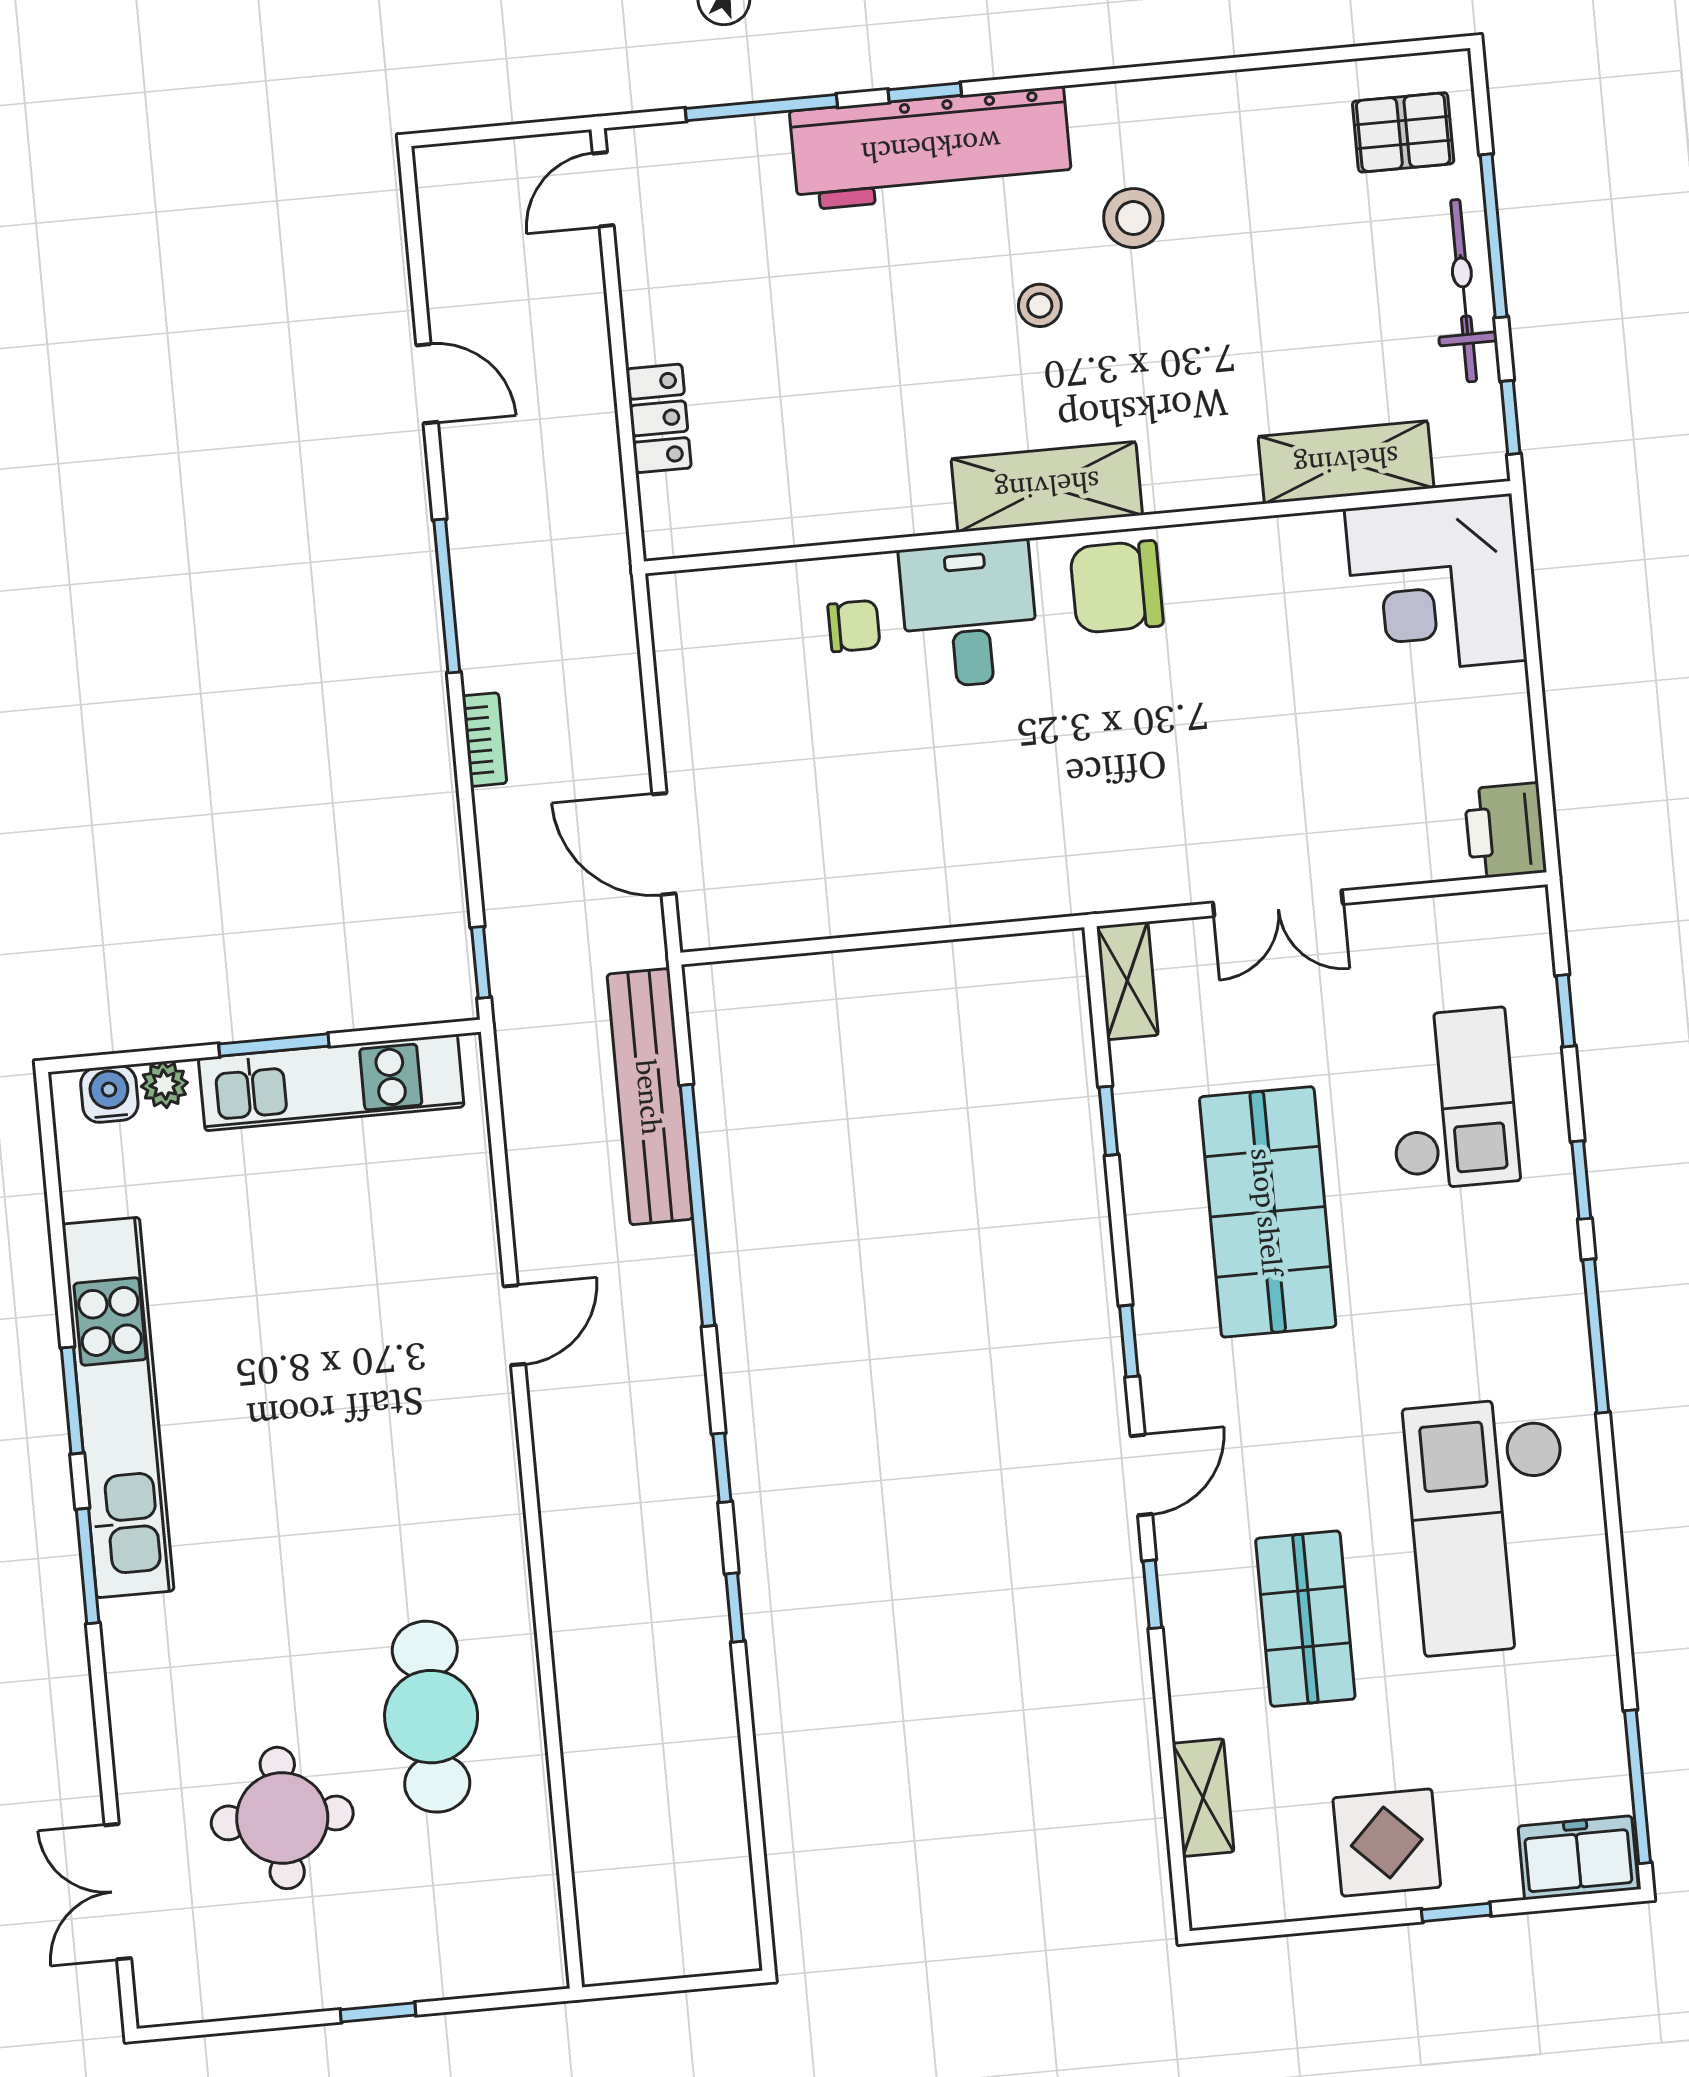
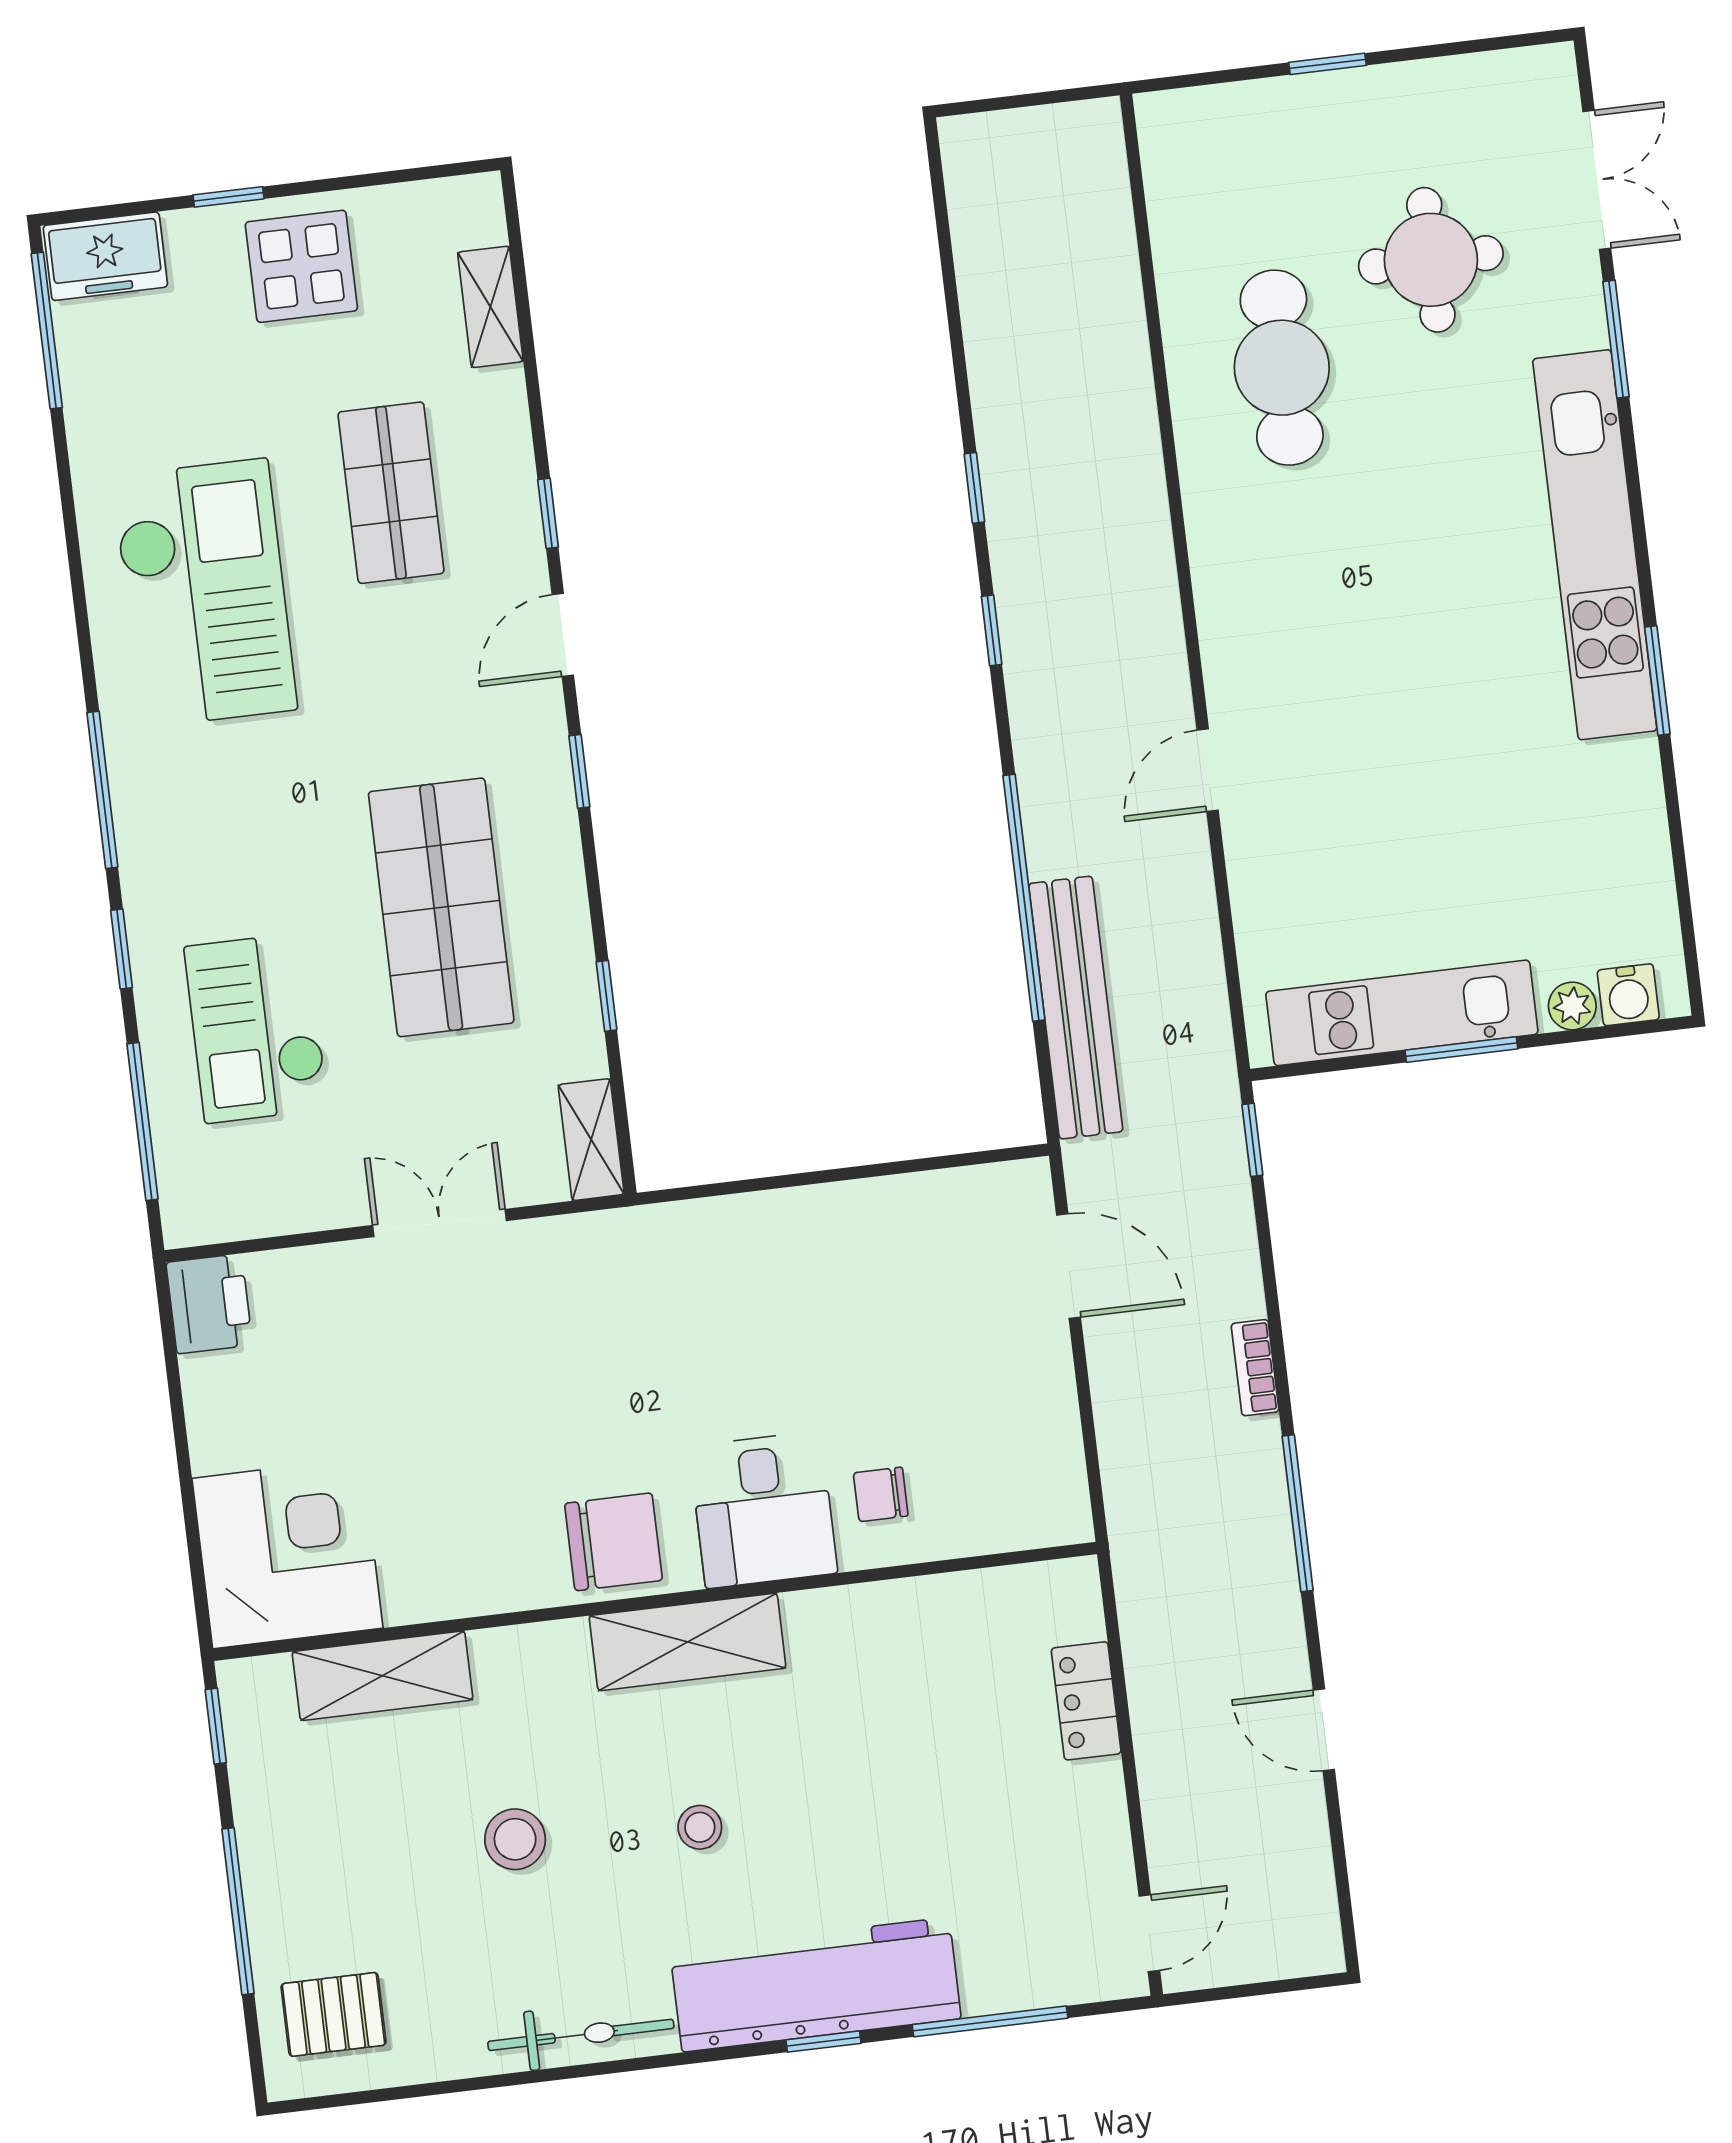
stool: (1133, 218) -> (515, 1839), moved
bicycle: (1464, 291) -> (581, 2035), moved, turned -90
window: (1566, 1011) -> (142, 1121), width x2.17
kitchen unit: (118, 1408) -> (1595, 545), moved
window: (88, 1566) -> (1616, 339), moved

